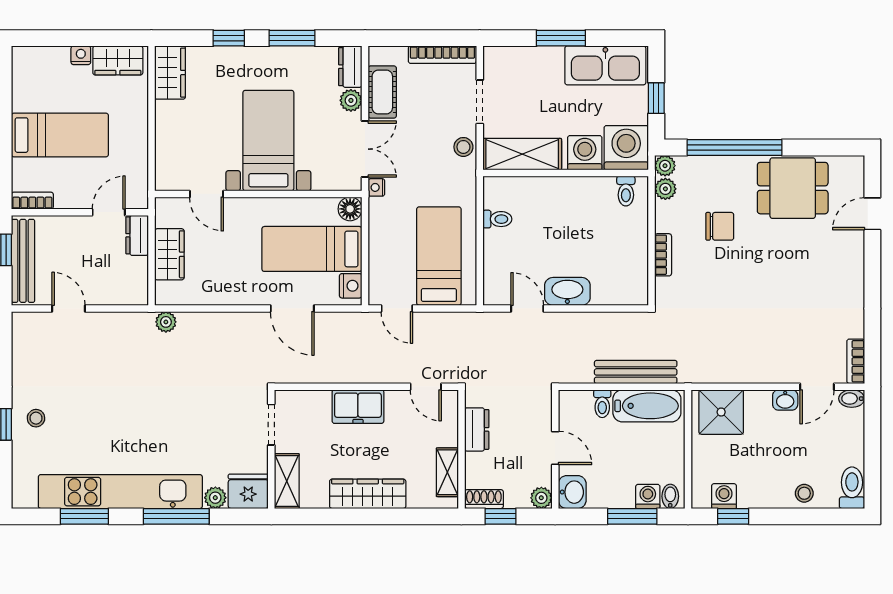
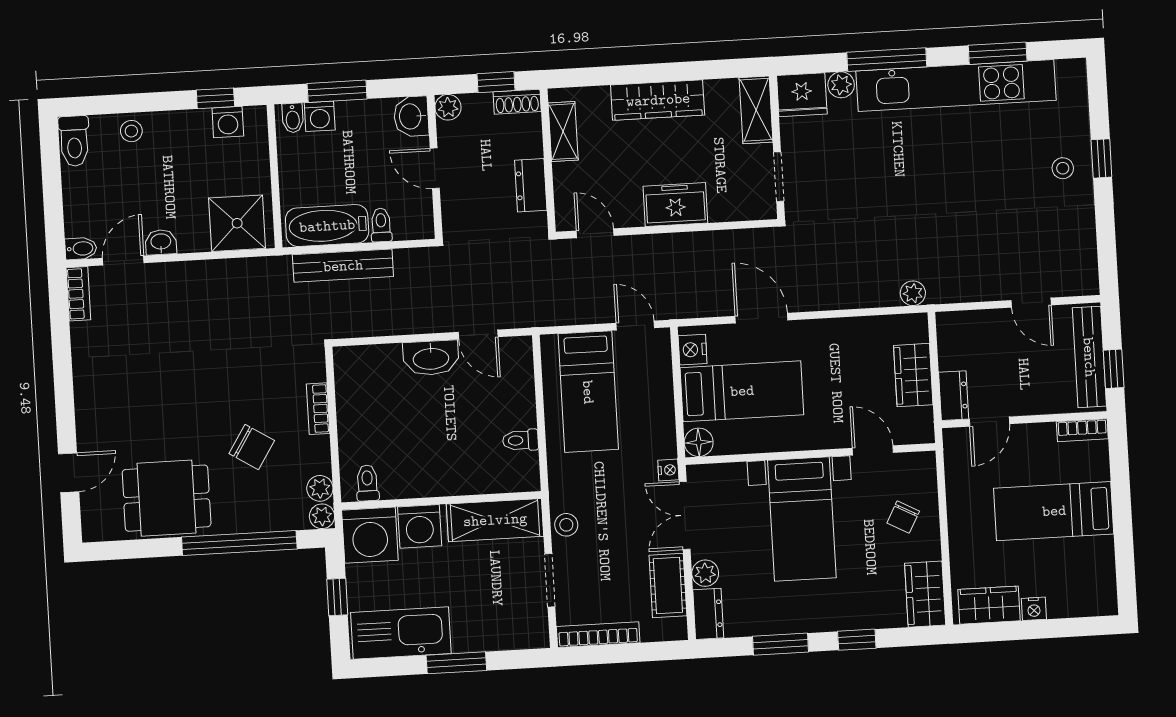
chair: (185, 137) -> (903, 517), added
chair: (720, 226) -> (252, 447), turned -148

